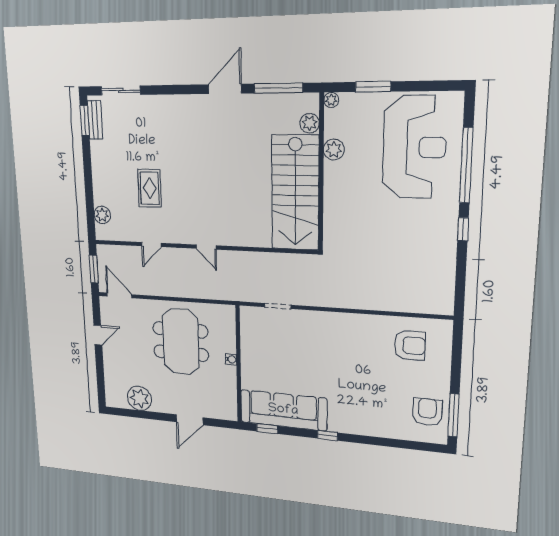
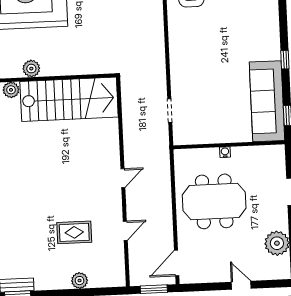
plant: (102, 215) -> (80, 281), moved
door: (151, 244) -> (125, 231), hinge flipped
door: (98, 335) -> (241, 285), moved

